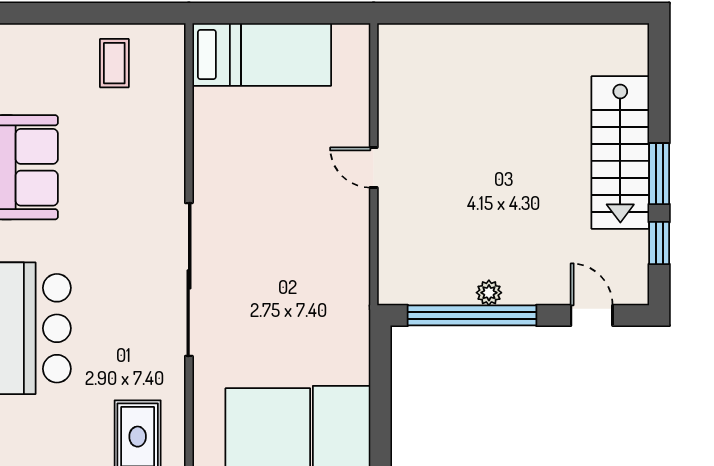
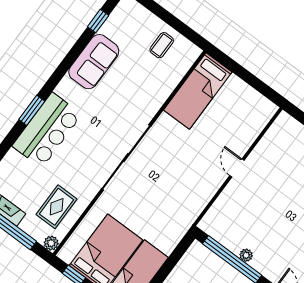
bed: (262, 54) -> (198, 91), moved, turned 90

